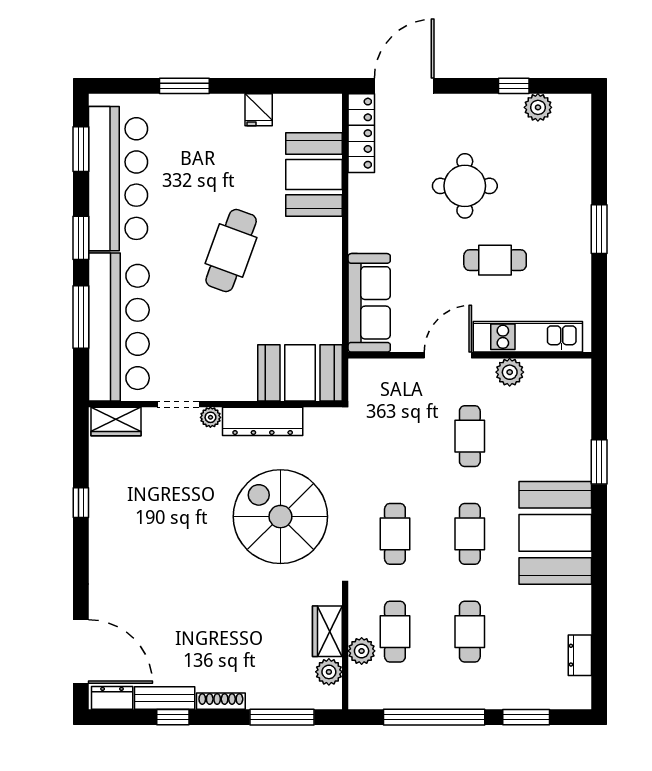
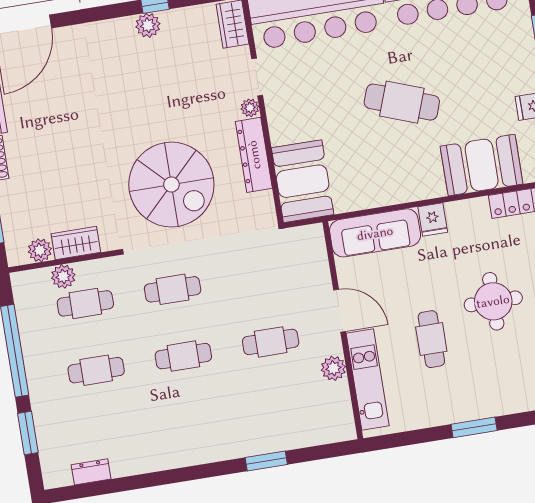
fridge: (365, 238) -> (433, 220), added
plant: (102, 514) -> (148, 25), added
spiral stairs: (280, 517) -> (171, 185), turned 90
booth: (555, 533) -> (197, 432), removed

